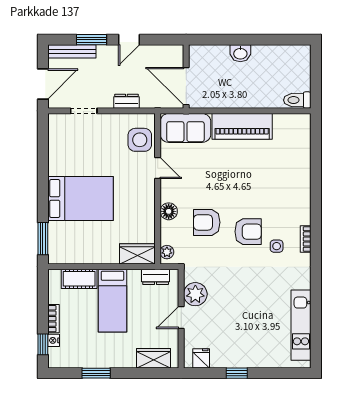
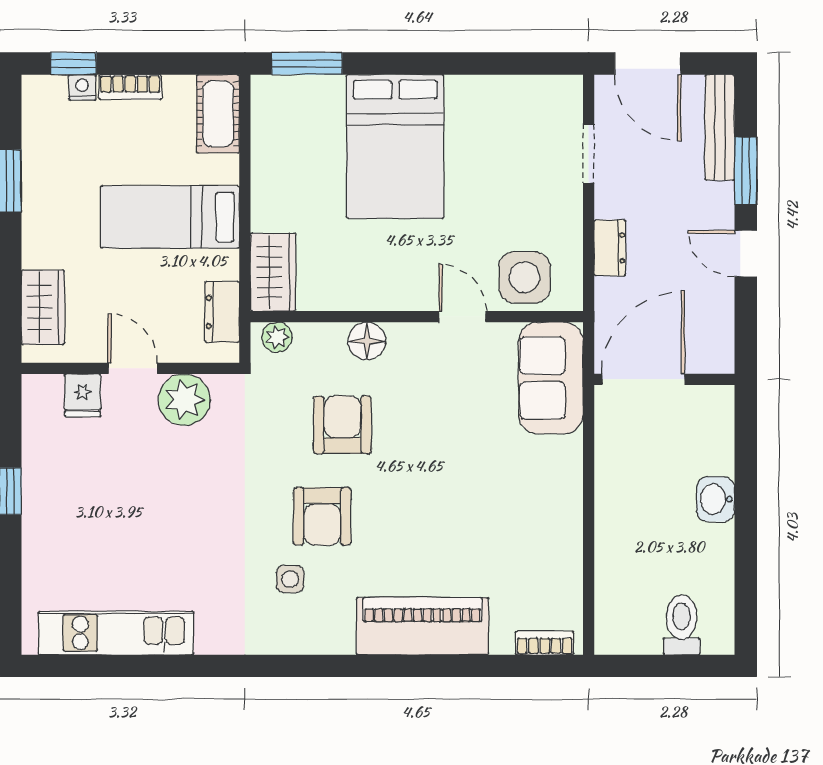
toilet: (297, 100) -> (682, 625), moved
piano: (242, 126) -> (422, 626), moved, turned 90
door: (158, 168) -> (462, 317), swing flipped
bookcase: (306, 239) -> (545, 643), moved
cot: (79, 279) -> (218, 114), moved
fridge: (201, 358) -> (83, 395), moved, turned 90

